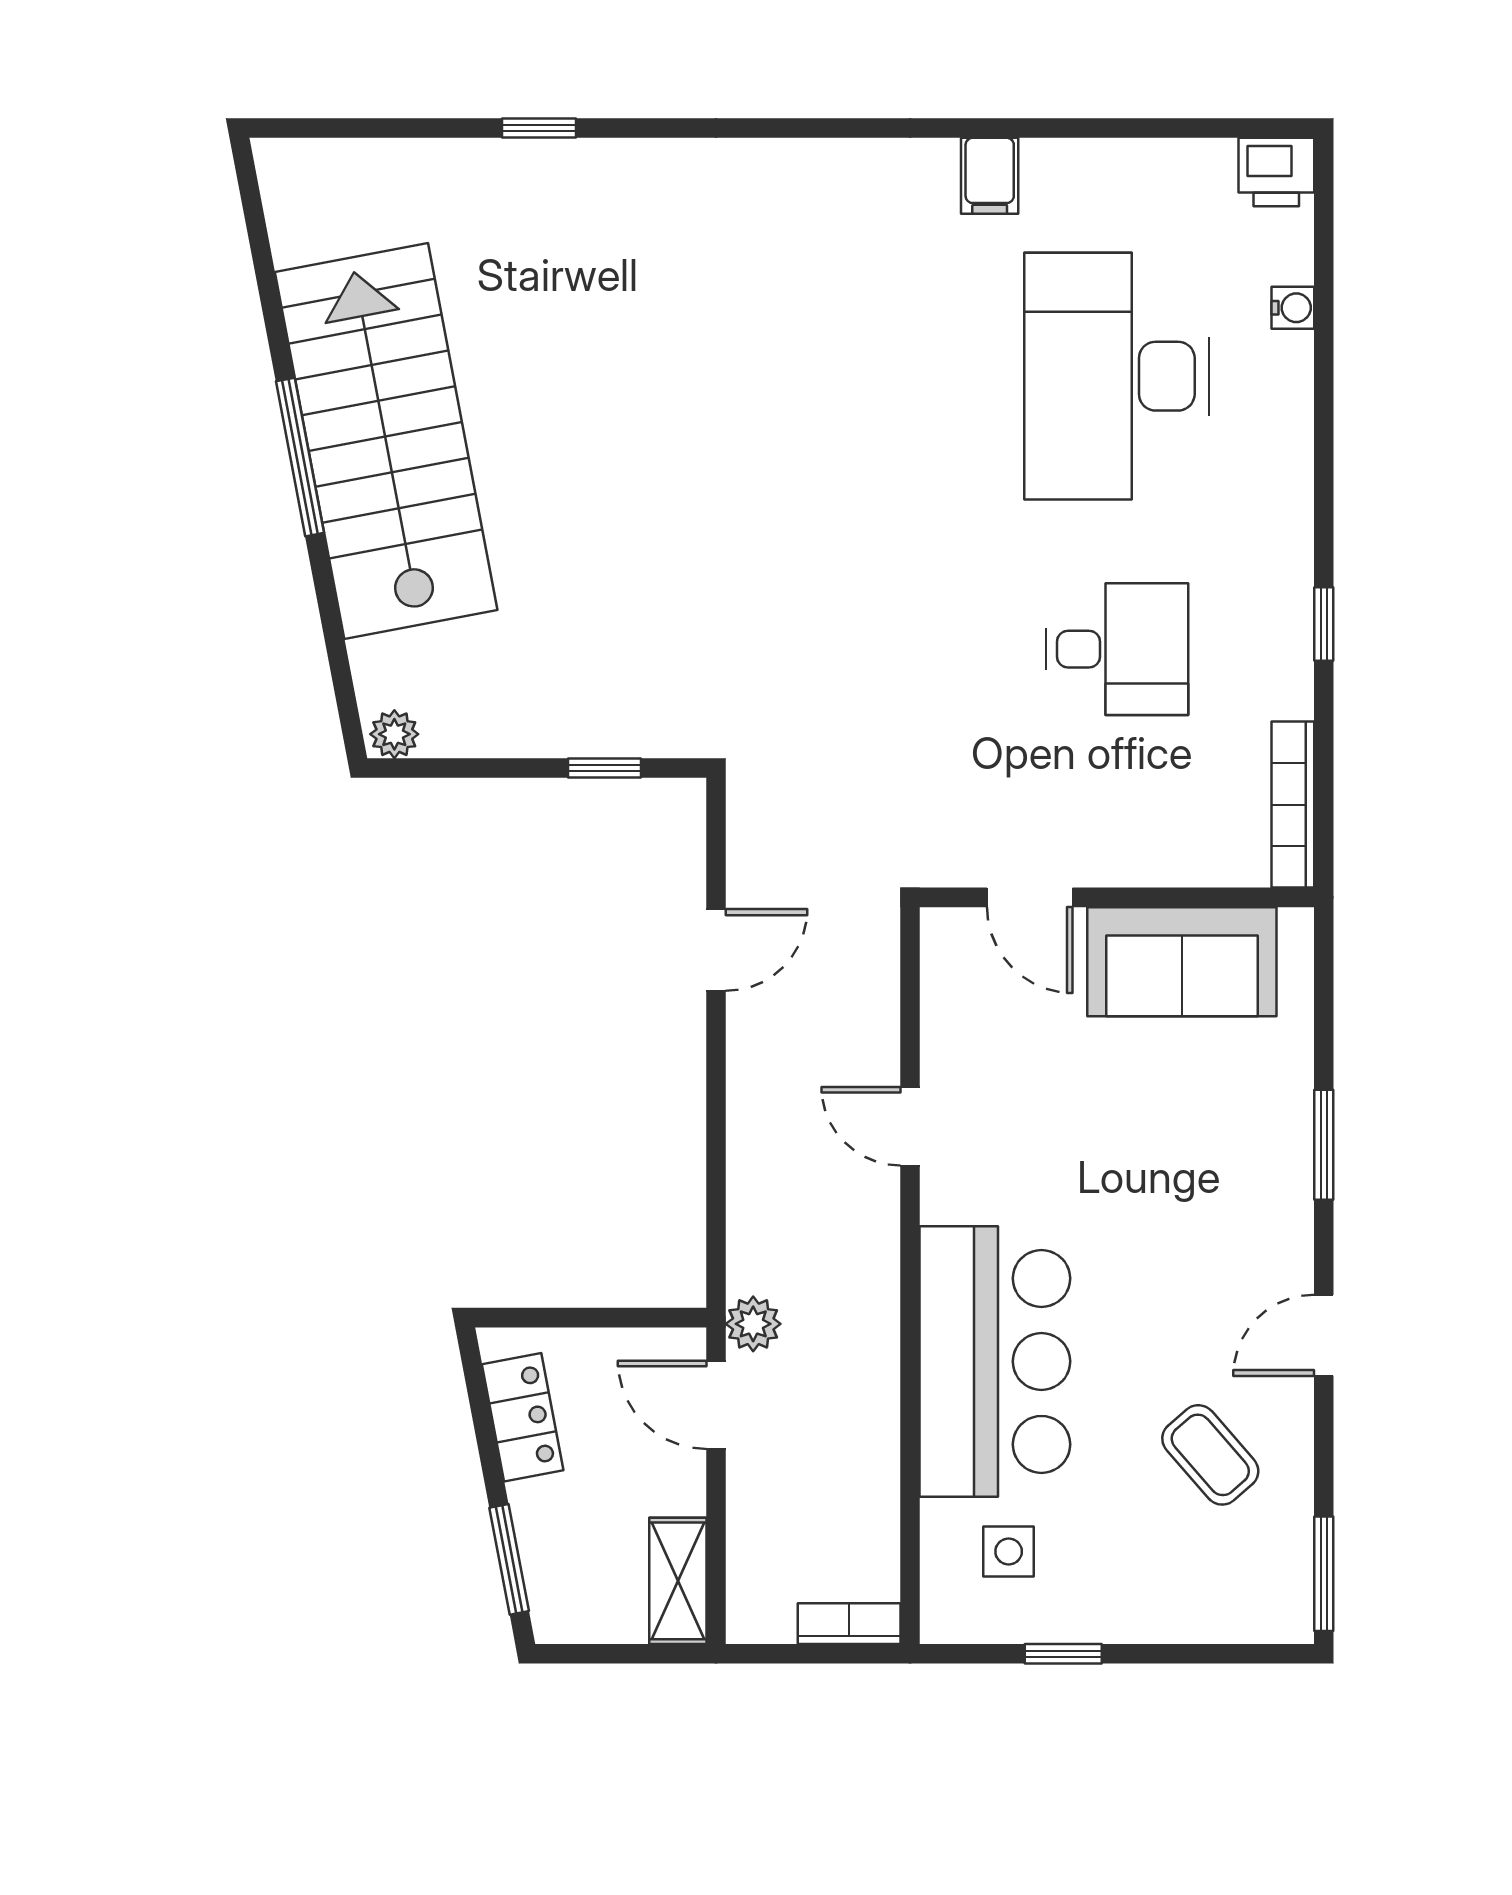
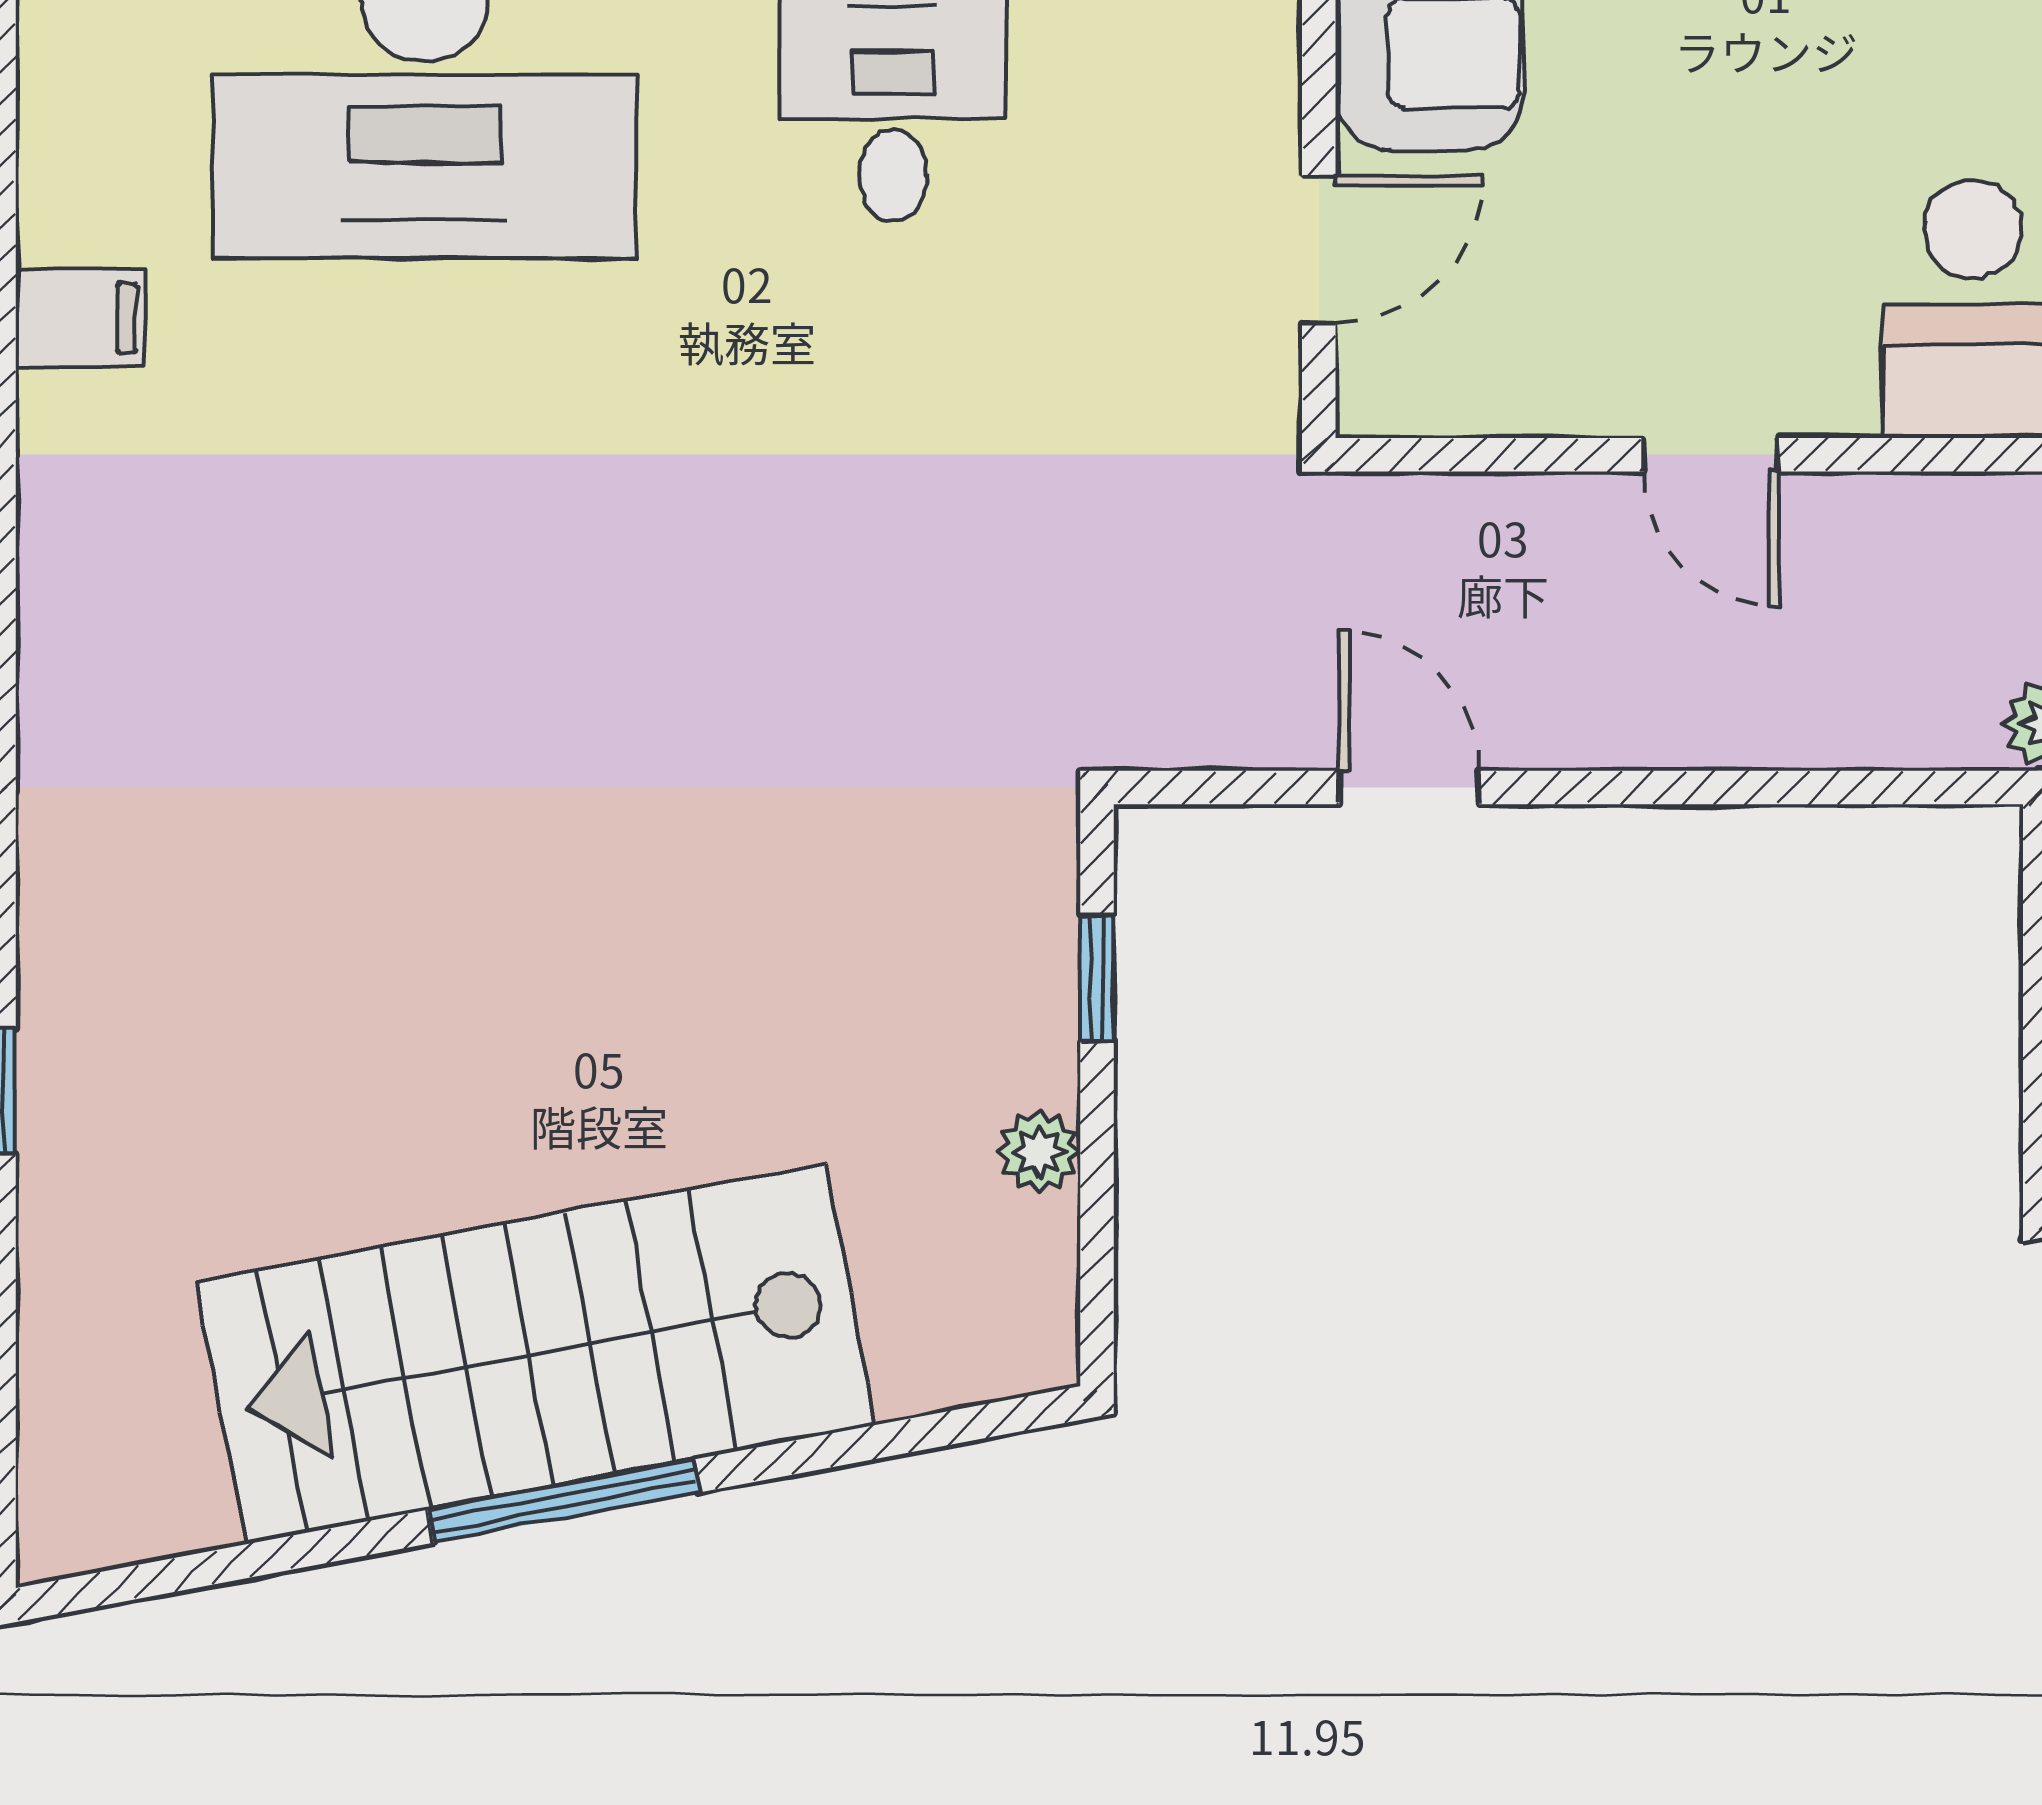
plant: (394, 734) -> (1039, 1152), moved
door: (910, 1126) -> (1711, 455), hinge flipped

